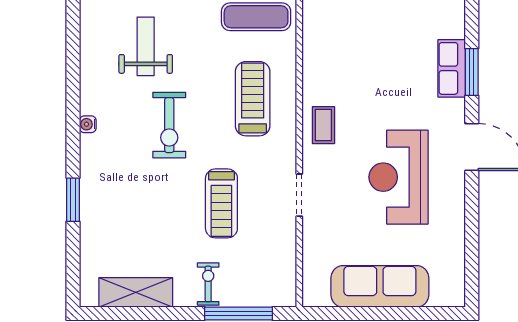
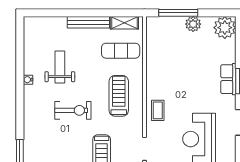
water cooler: (88, 124) -> (28, 80), moved
exercise bike: (169, 125) -> (73, 110), turned -90

